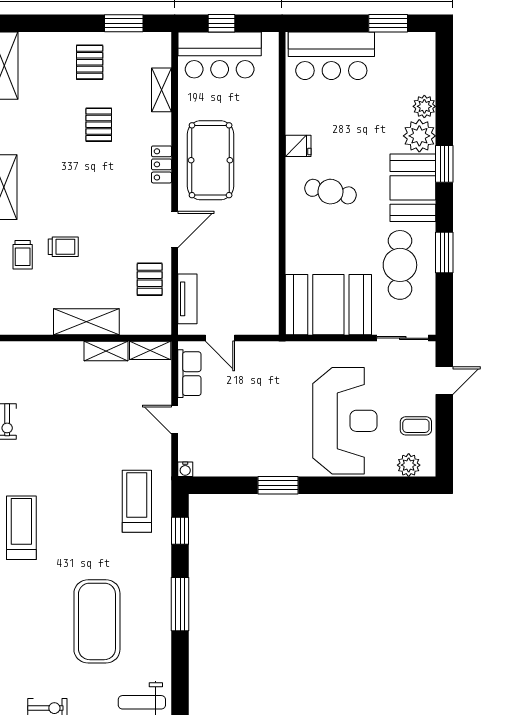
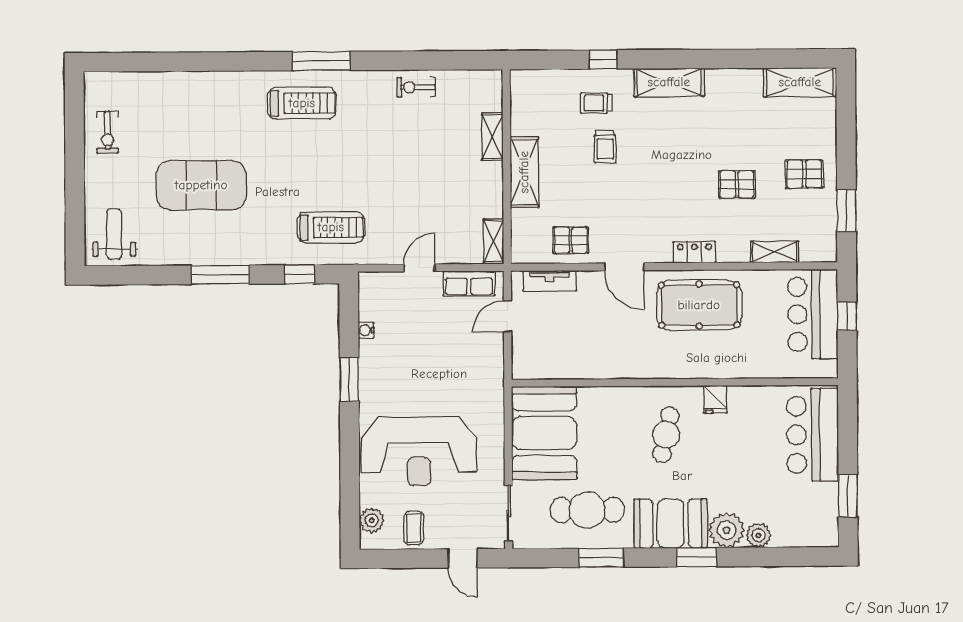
shelving: (106, 351) -> (492, 137), moved
water cooler: (185, 469) -> (366, 330), moved

